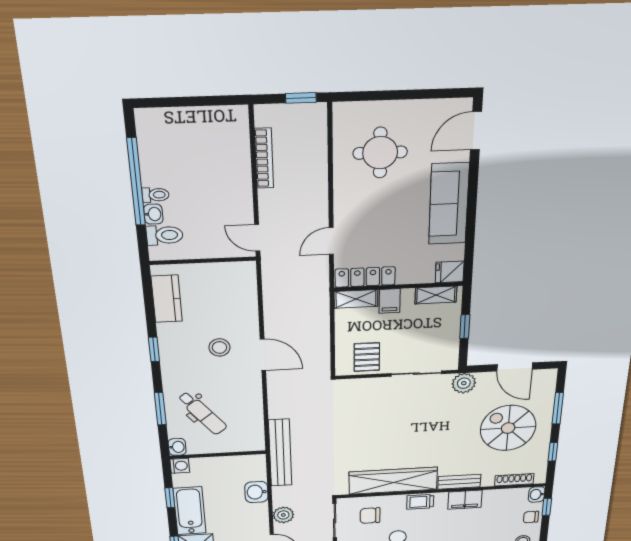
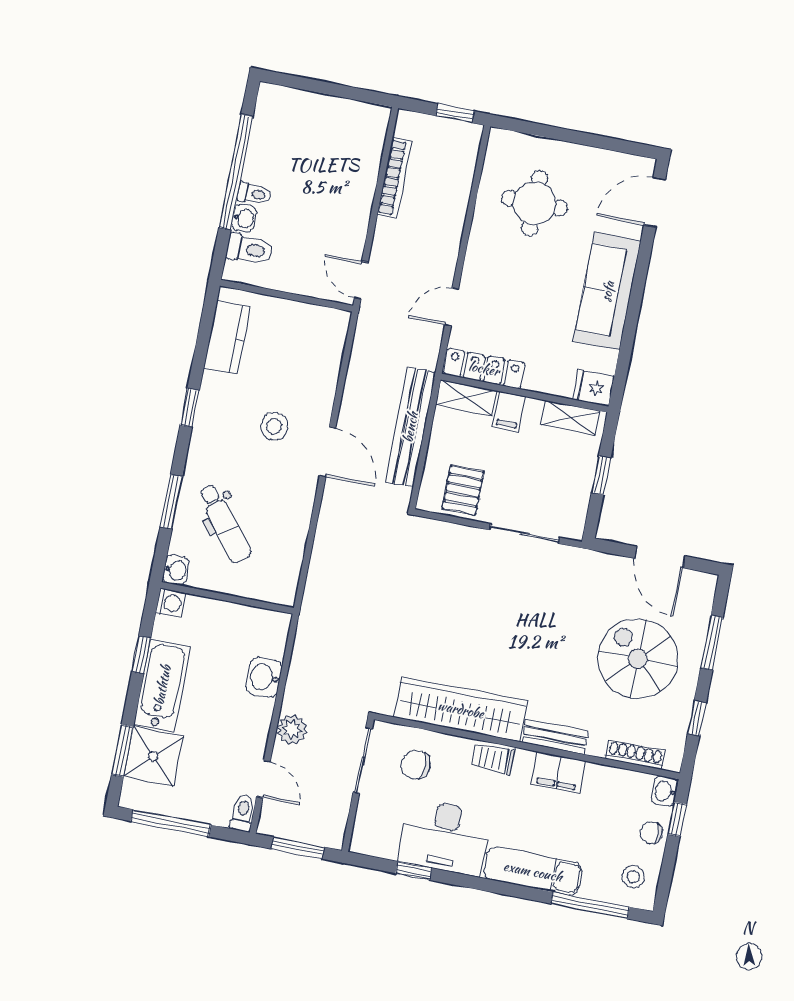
plant: (464, 383) -> (587, 566), removed
bench: (280, 453) -> (410, 427), moved

